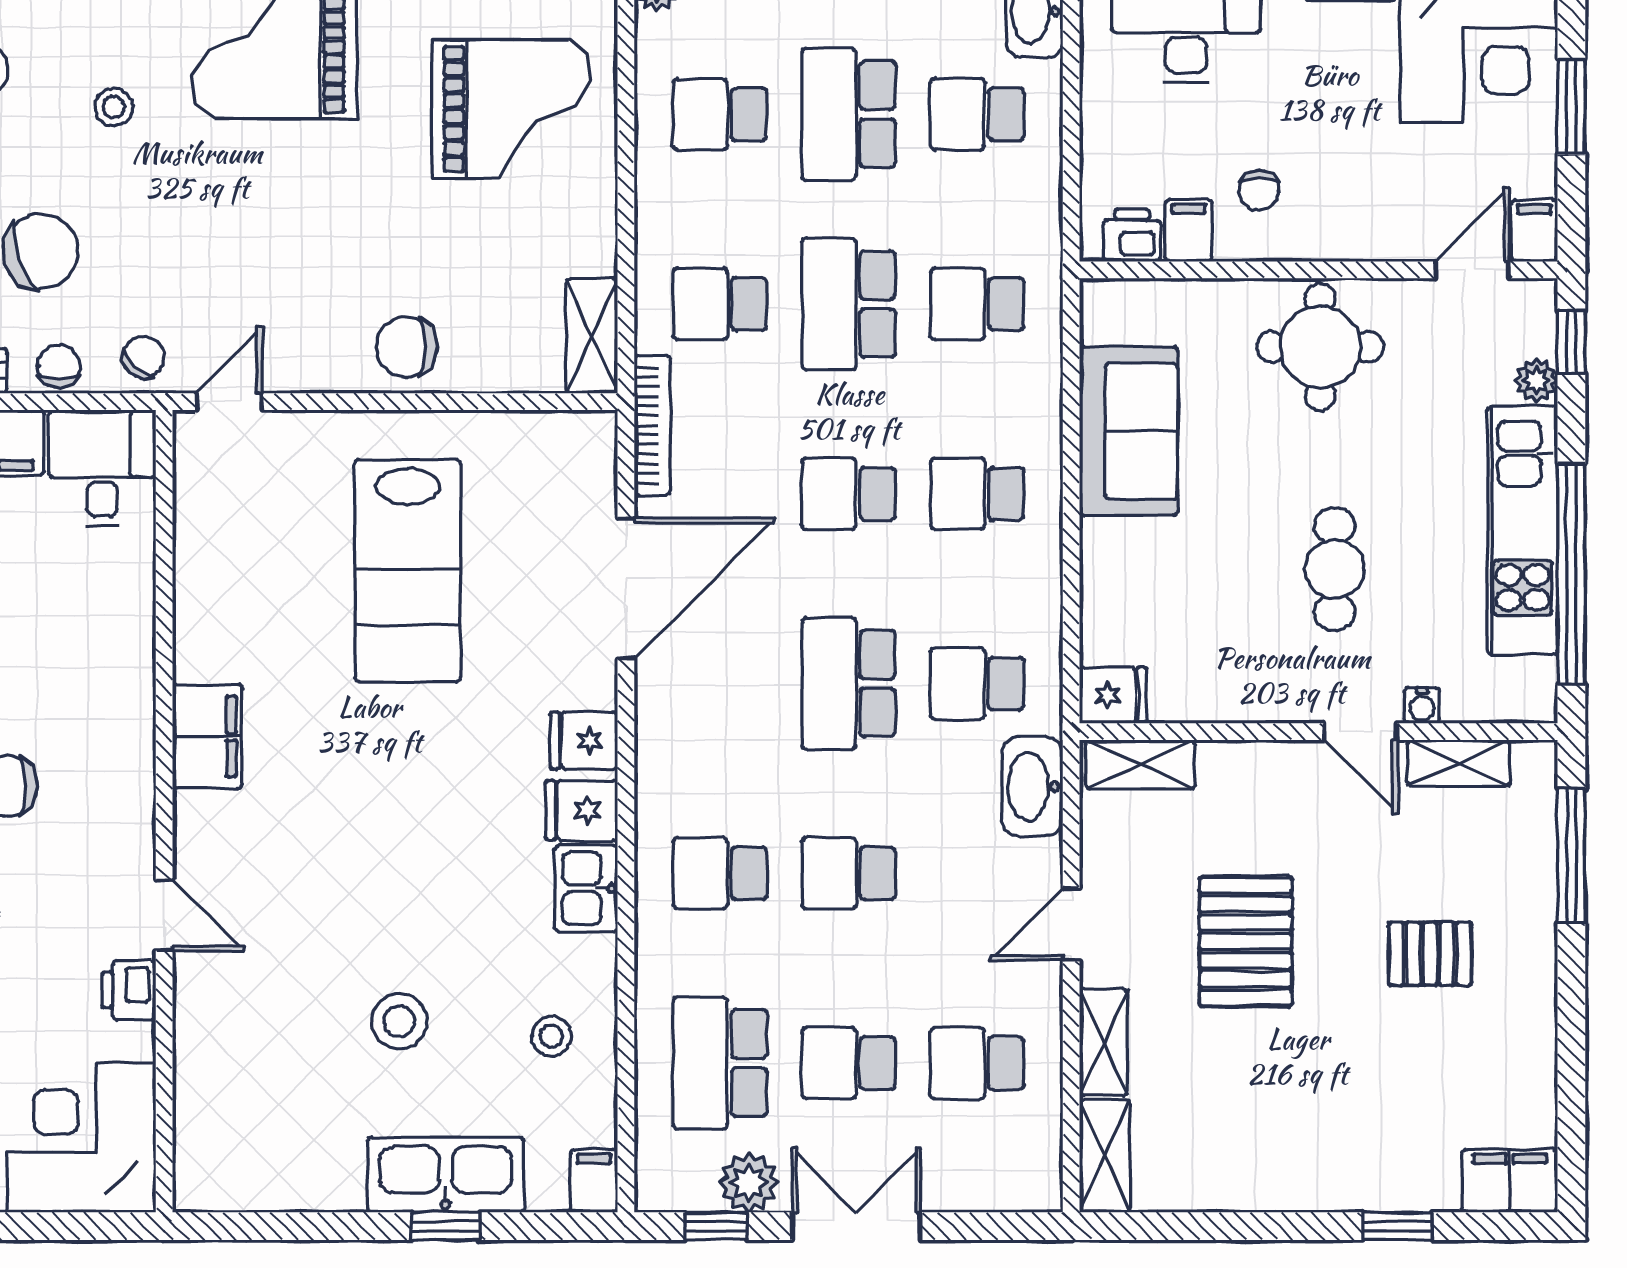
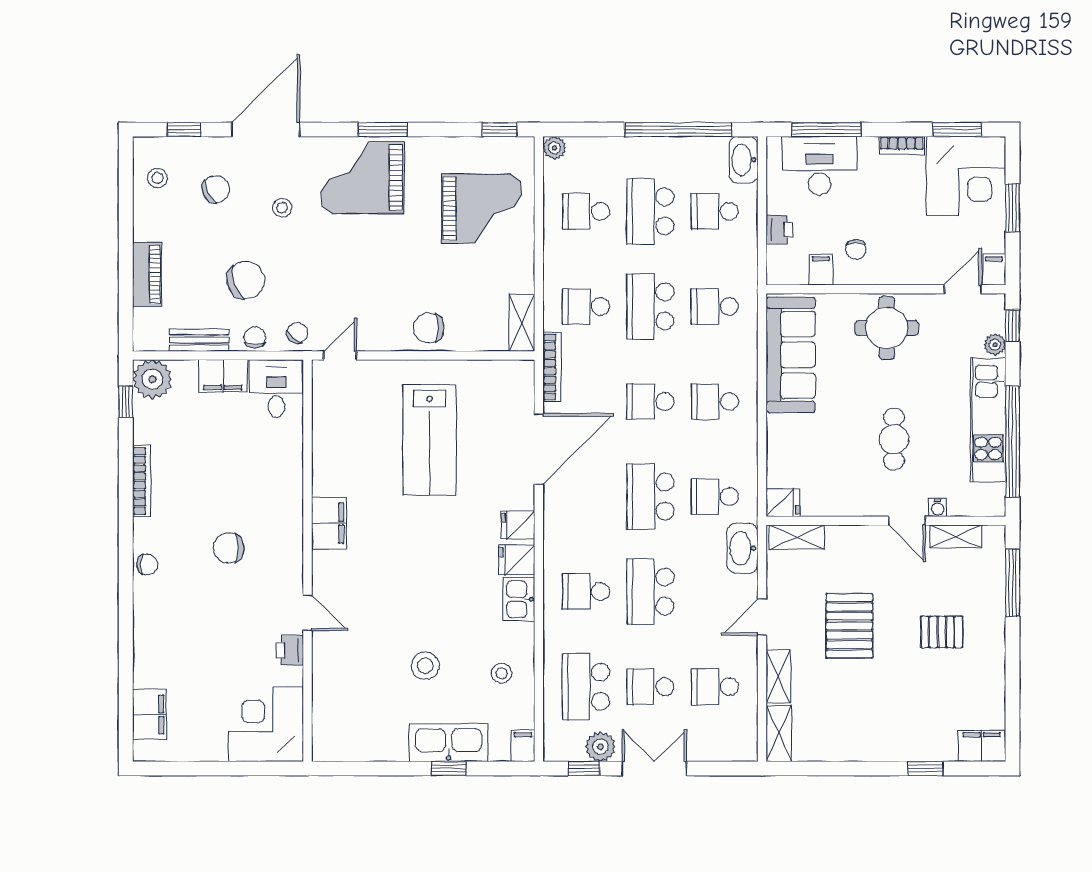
printer: (1132, 235) -> (779, 230), moved, turned 90
sofa: (1128, 431) -> (791, 355), width x1.36
school desk: (849, 873) -> (650, 592), width x1.85

